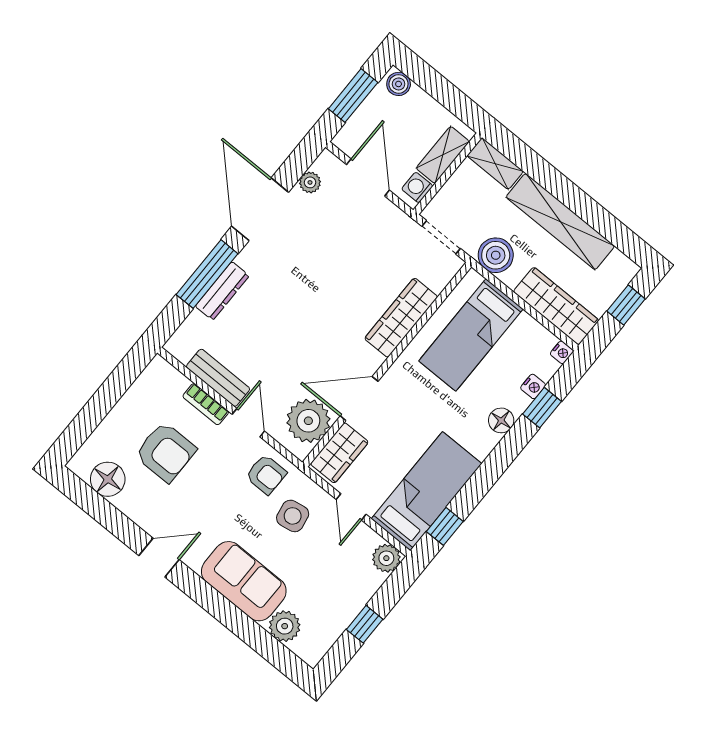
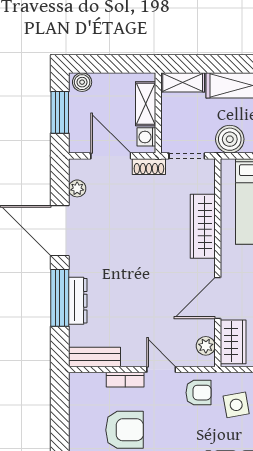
shoe rack: (396, 218) -> (149, 167), added
bench: (218, 378) -> (94, 357), moved
plant: (308, 421) -> (206, 346), width x0.53, depth x0.53

